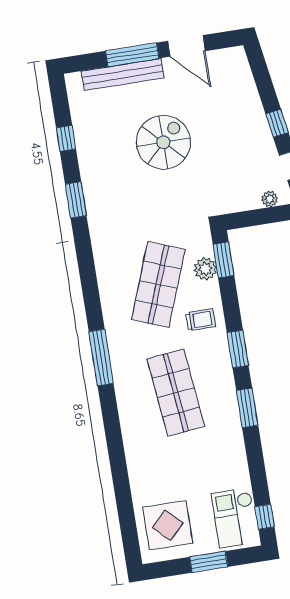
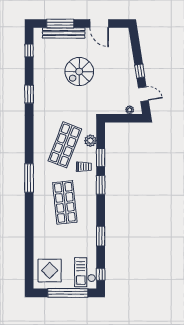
window: (132, 55) -> (60, 24), moved
window: (66, 138) -> (29, 50), moved
spiral stairs: (163, 142) -> (79, 72), turned 180
window: (223, 260) -> (101, 158), moved
window: (247, 408) -> (101, 236), moved
window: (209, 562) -> (68, 293), width x2.11

